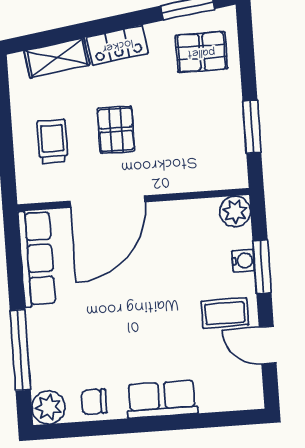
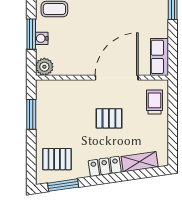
pallet: (116, 130) -> (109, 118), turned 90
trolley: (52, 141) -> (154, 102), moved, turned 180
row of seats: (37, 259) -> (159, 57), width x0.68

